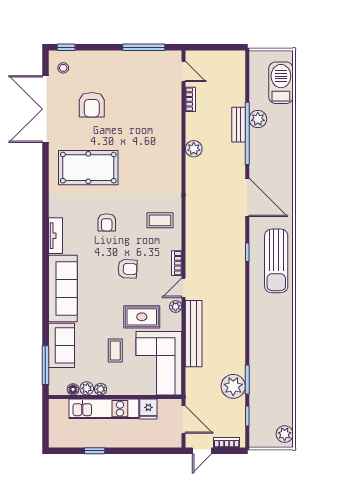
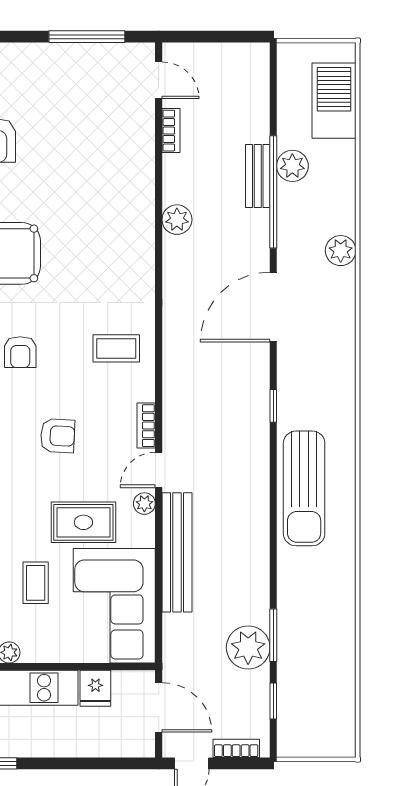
door: (247, 197) -> (273, 307), swing flipped
sun lounger: (276, 261) -> (304, 488), moved
plant: (285, 434) -> (341, 251), moved

